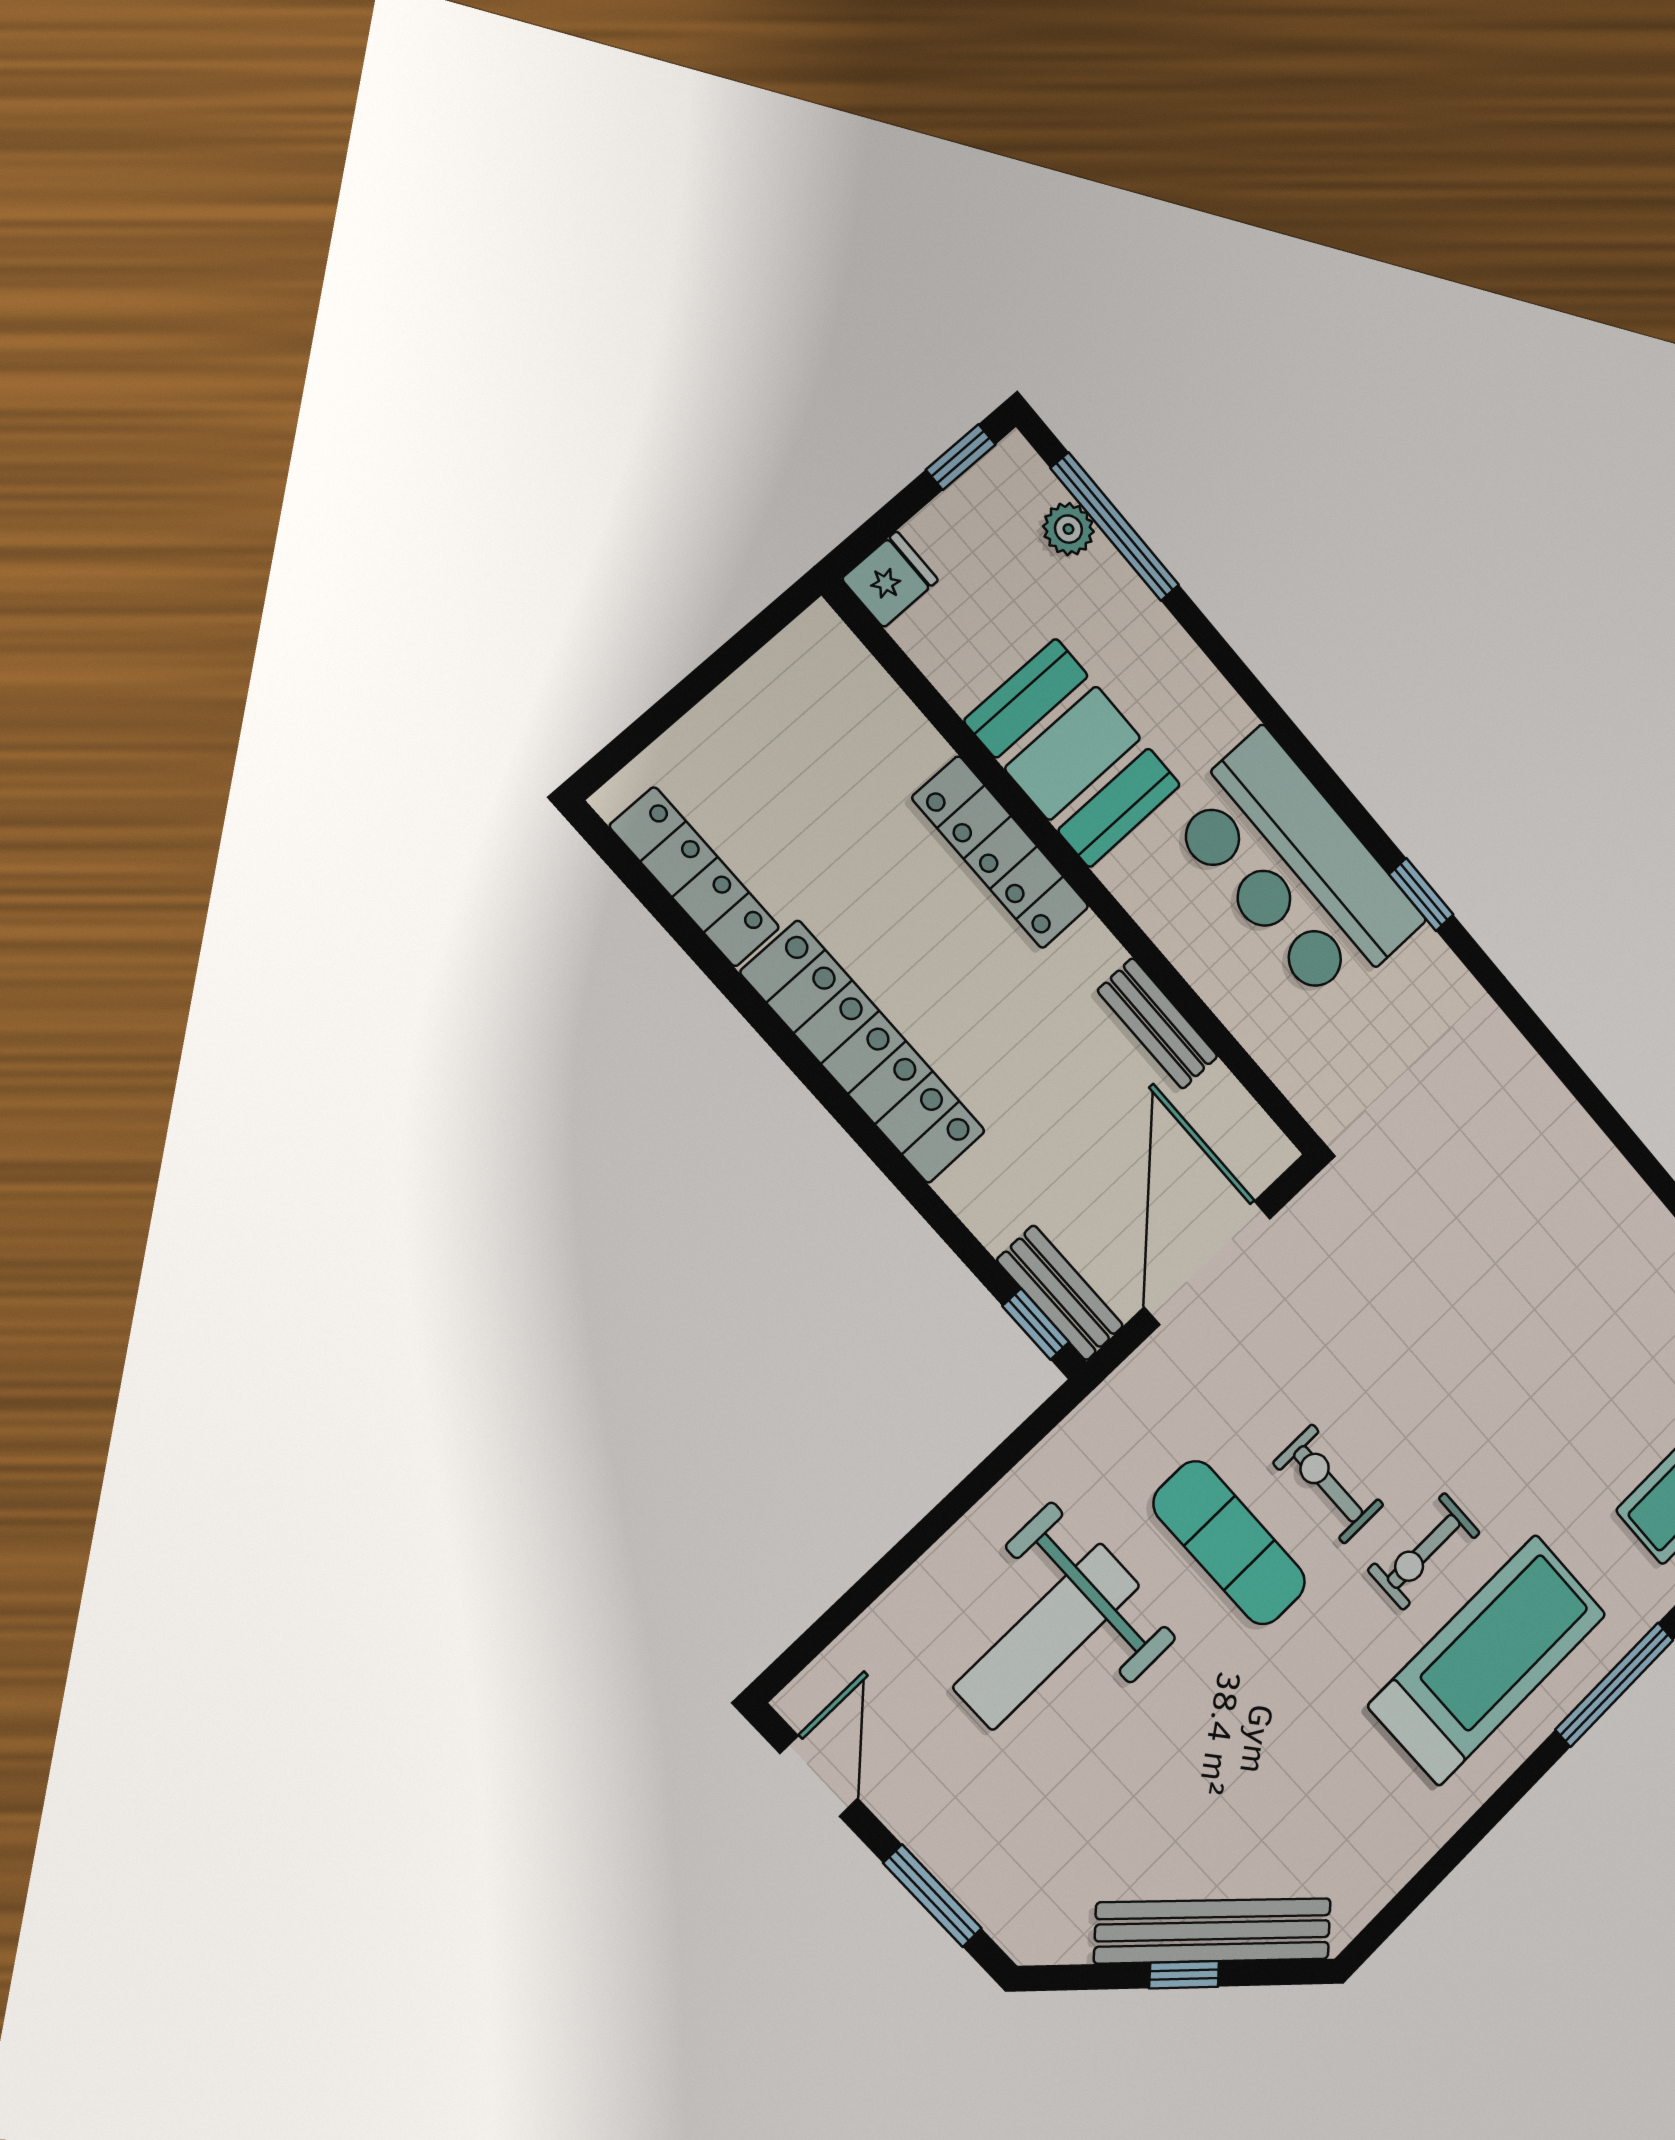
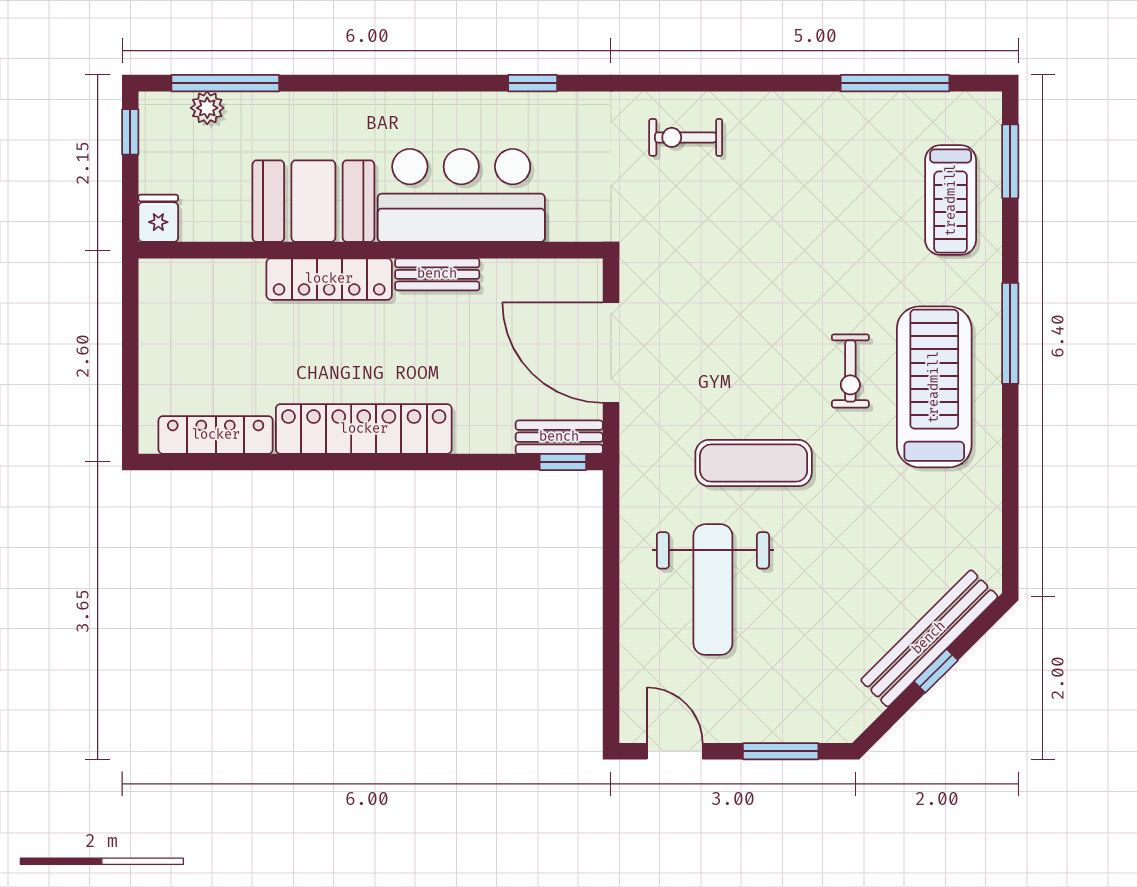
bar counter: (1295, 869) -> (461, 195), moved, turned 180
bench: (1158, 1024) -> (437, 274), moved
exercise bike: (1328, 1484) -> (686, 137), moved

